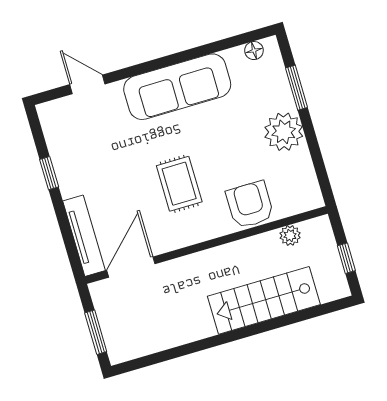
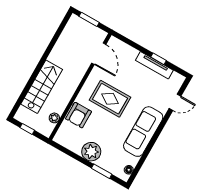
rug: (179, 184) -> (110, 99), width x1.36, depth x1.43
armchair: (250, 205) -> (79, 115), turned 90
tv unit: (84, 236) -> (154, 65), moved

